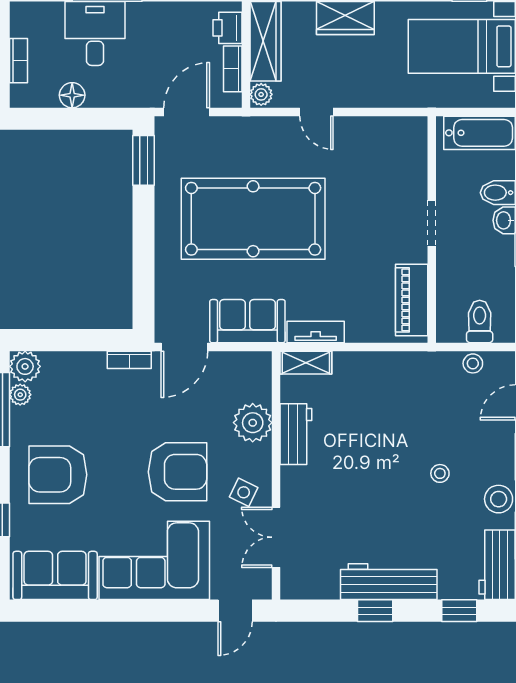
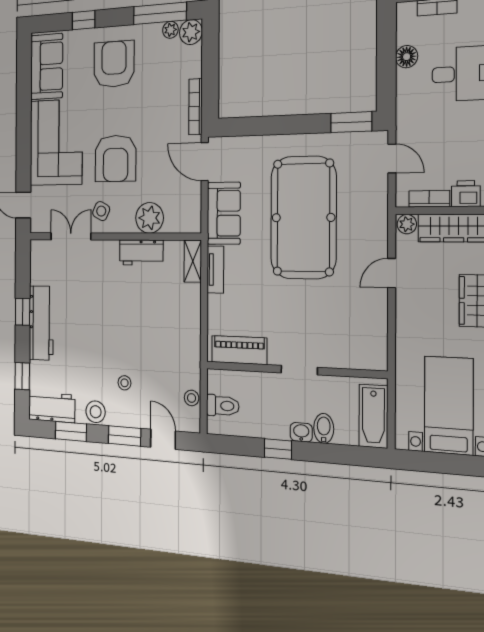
door: (187, 112) -> (392, 158), width x0.73
bookcase: (129, 360) -> (195, 107), width x1.56
stool: (440, 473) -> (124, 383), moved

